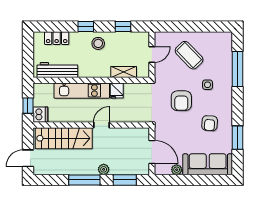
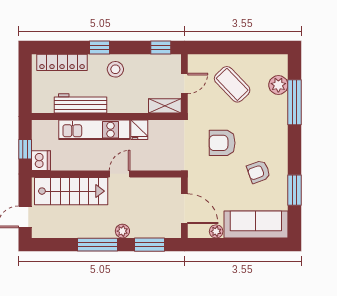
window: (123, 27) -> (161, 48), moved
locker: (57, 38) -> (62, 62), width x1.53
plant: (225, 56) -> (278, 85), added
workbench: (57, 70) -> (80, 103), moved
shelving: (124, 72) -> (165, 106), moved
side table: (208, 85) -> (256, 122), removed
armchair: (181, 101) -> (222, 143), turned 90
armchair: (210, 123) -> (258, 172), turned 66

